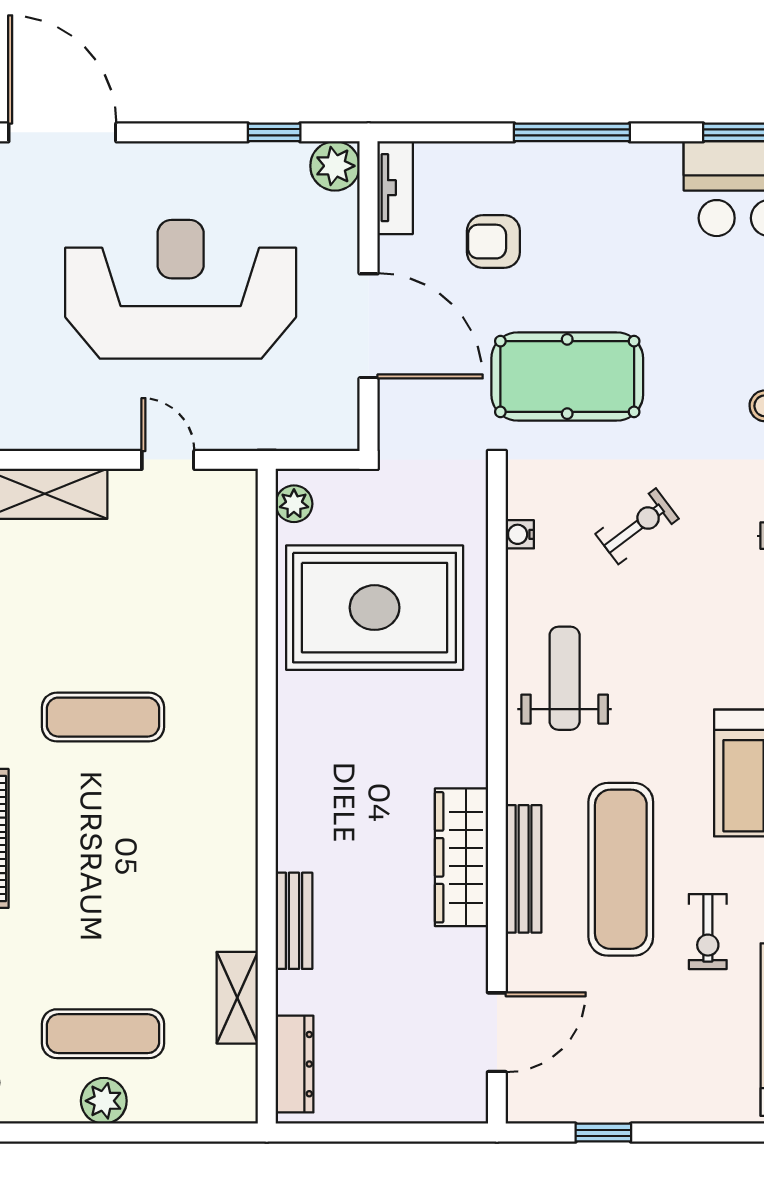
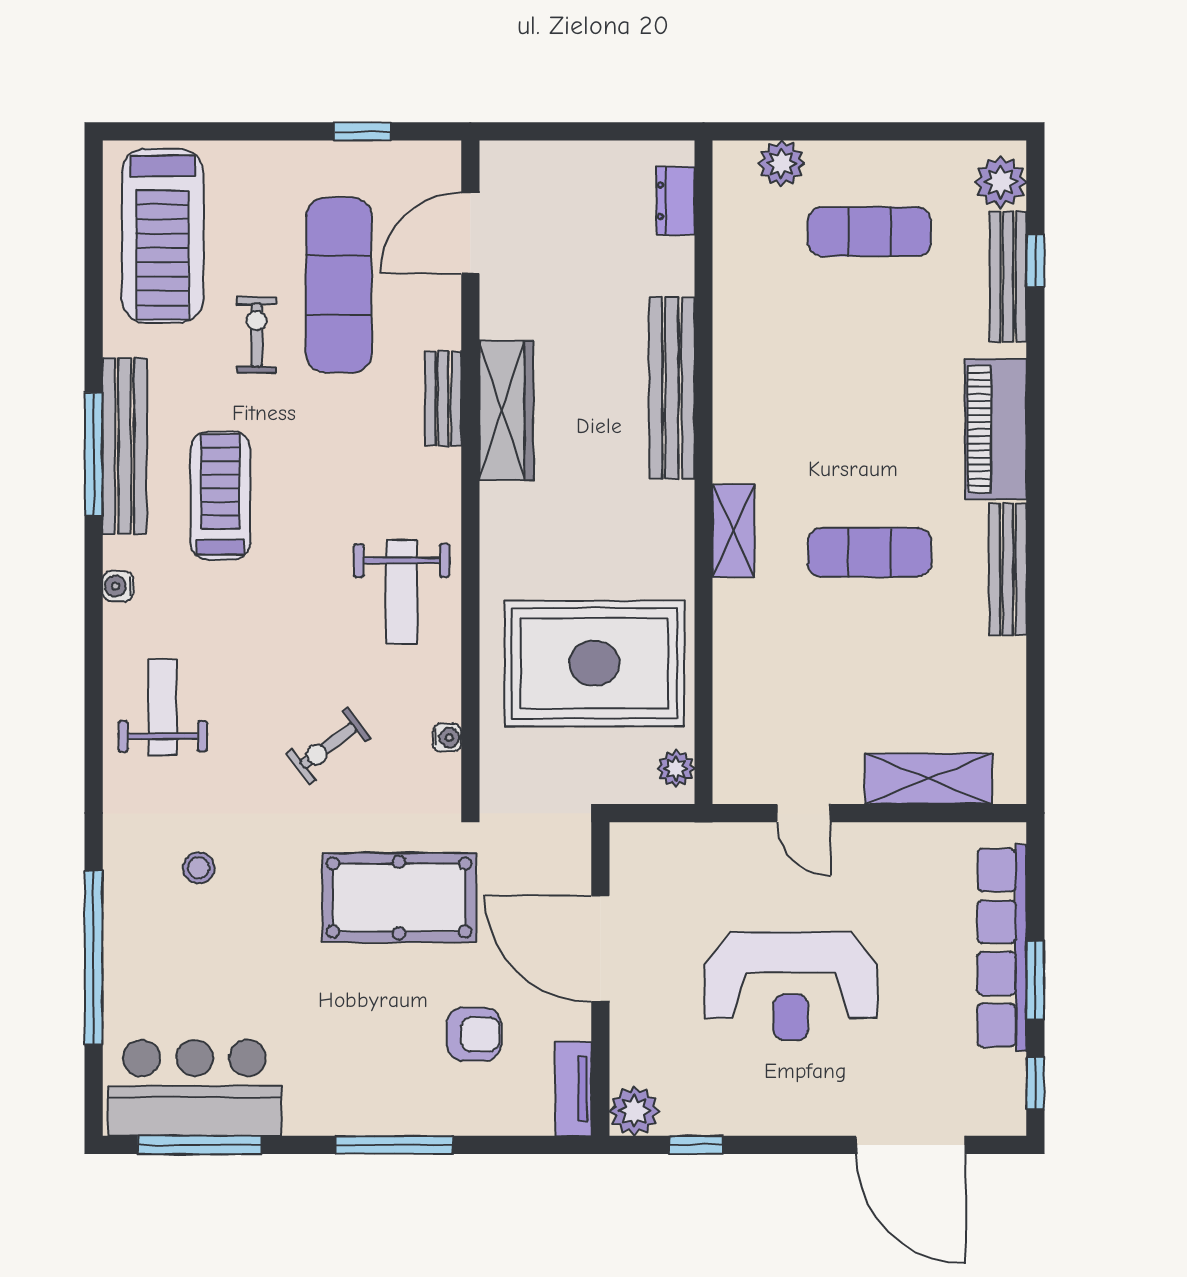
reception desk: (181, 289) -> (791, 986), width x0.74, depth x0.77
bench: (524, 869) -> (443, 399), width x0.73
exercise mat: (621, 869) -> (339, 285), moved
bench: (294, 921) -> (672, 388), width x1.86, depth x1.21
shelving: (237, 998) -> (733, 531), moved
dresser: (295, 1064) -> (675, 201), width x0.70
plant: (104, 1101) -> (781, 164), moved

